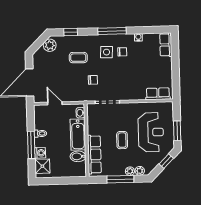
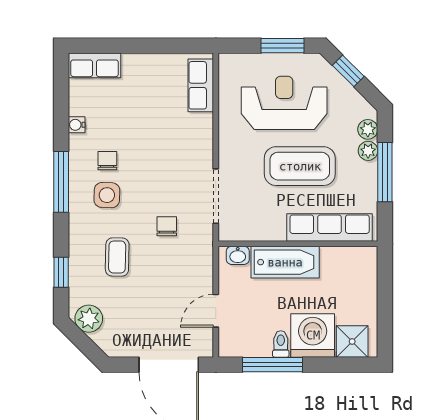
coffee table: (122, 140) -> (300, 166), width x1.86, depth x1.72
window: (31, 145) -> (273, 365), moved
washing machine: (40, 153) -> (313, 335), width x1.89, depth x1.89
bidet: (78, 156) -> (333, 263), removed

